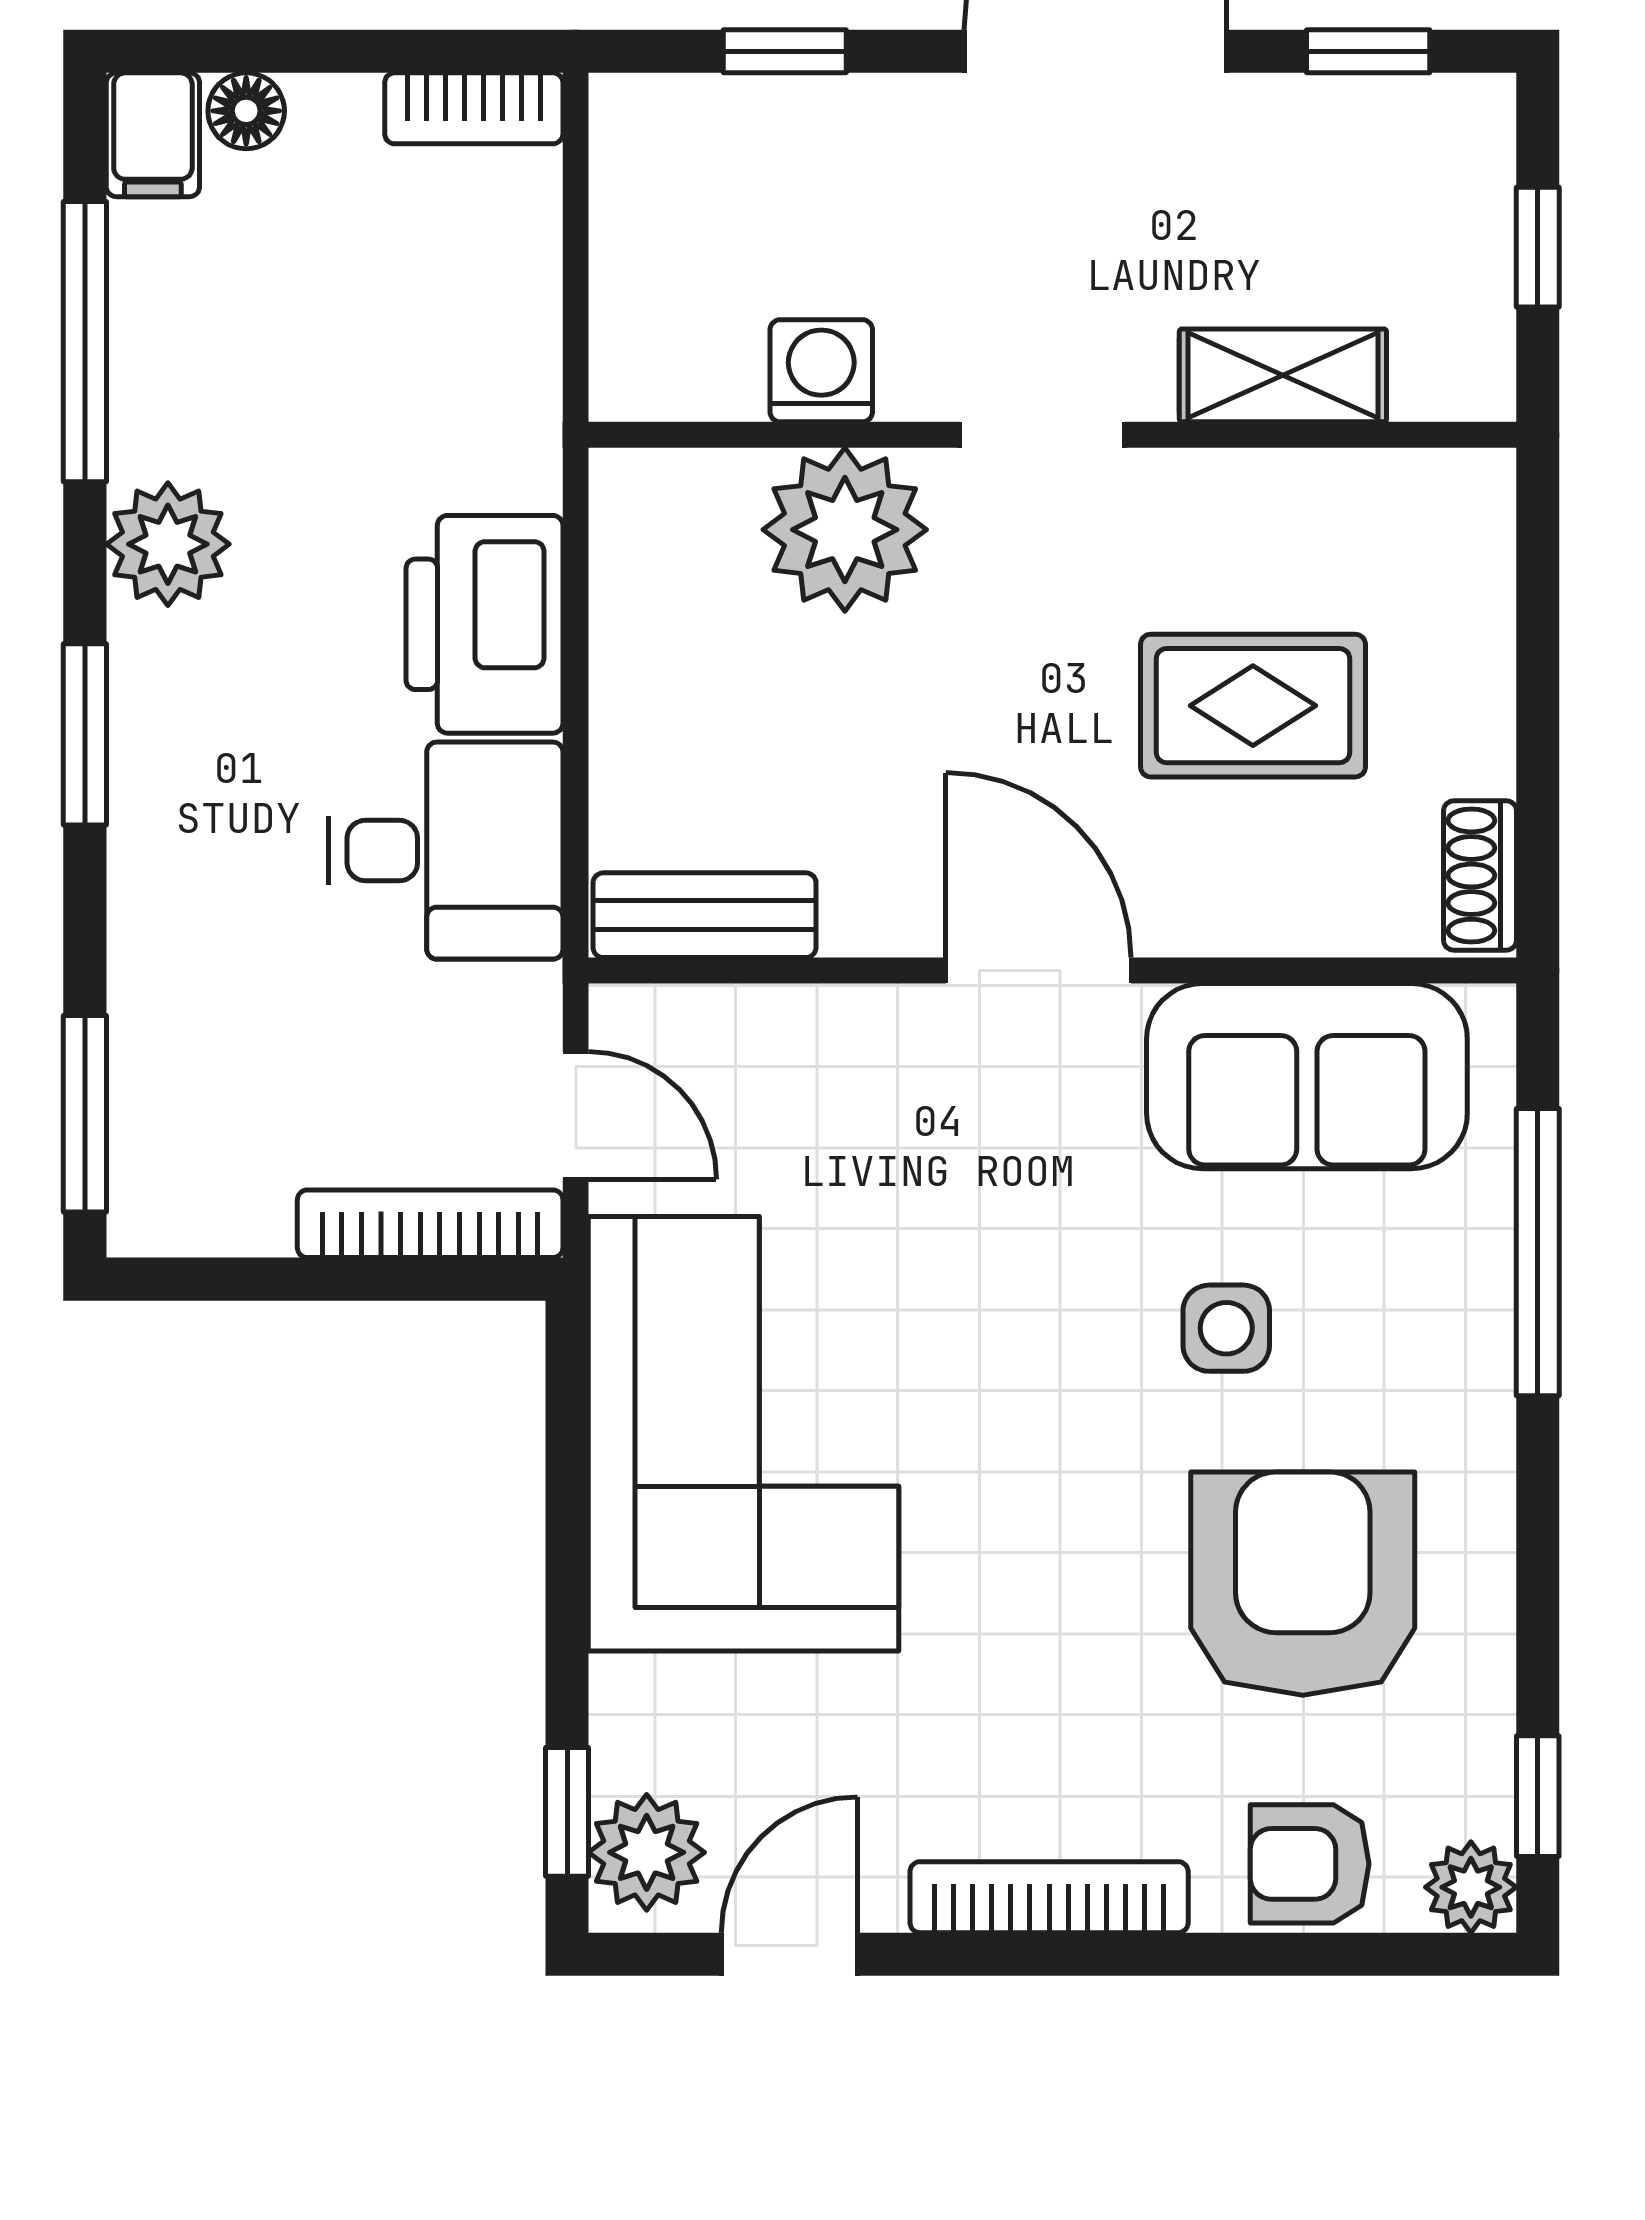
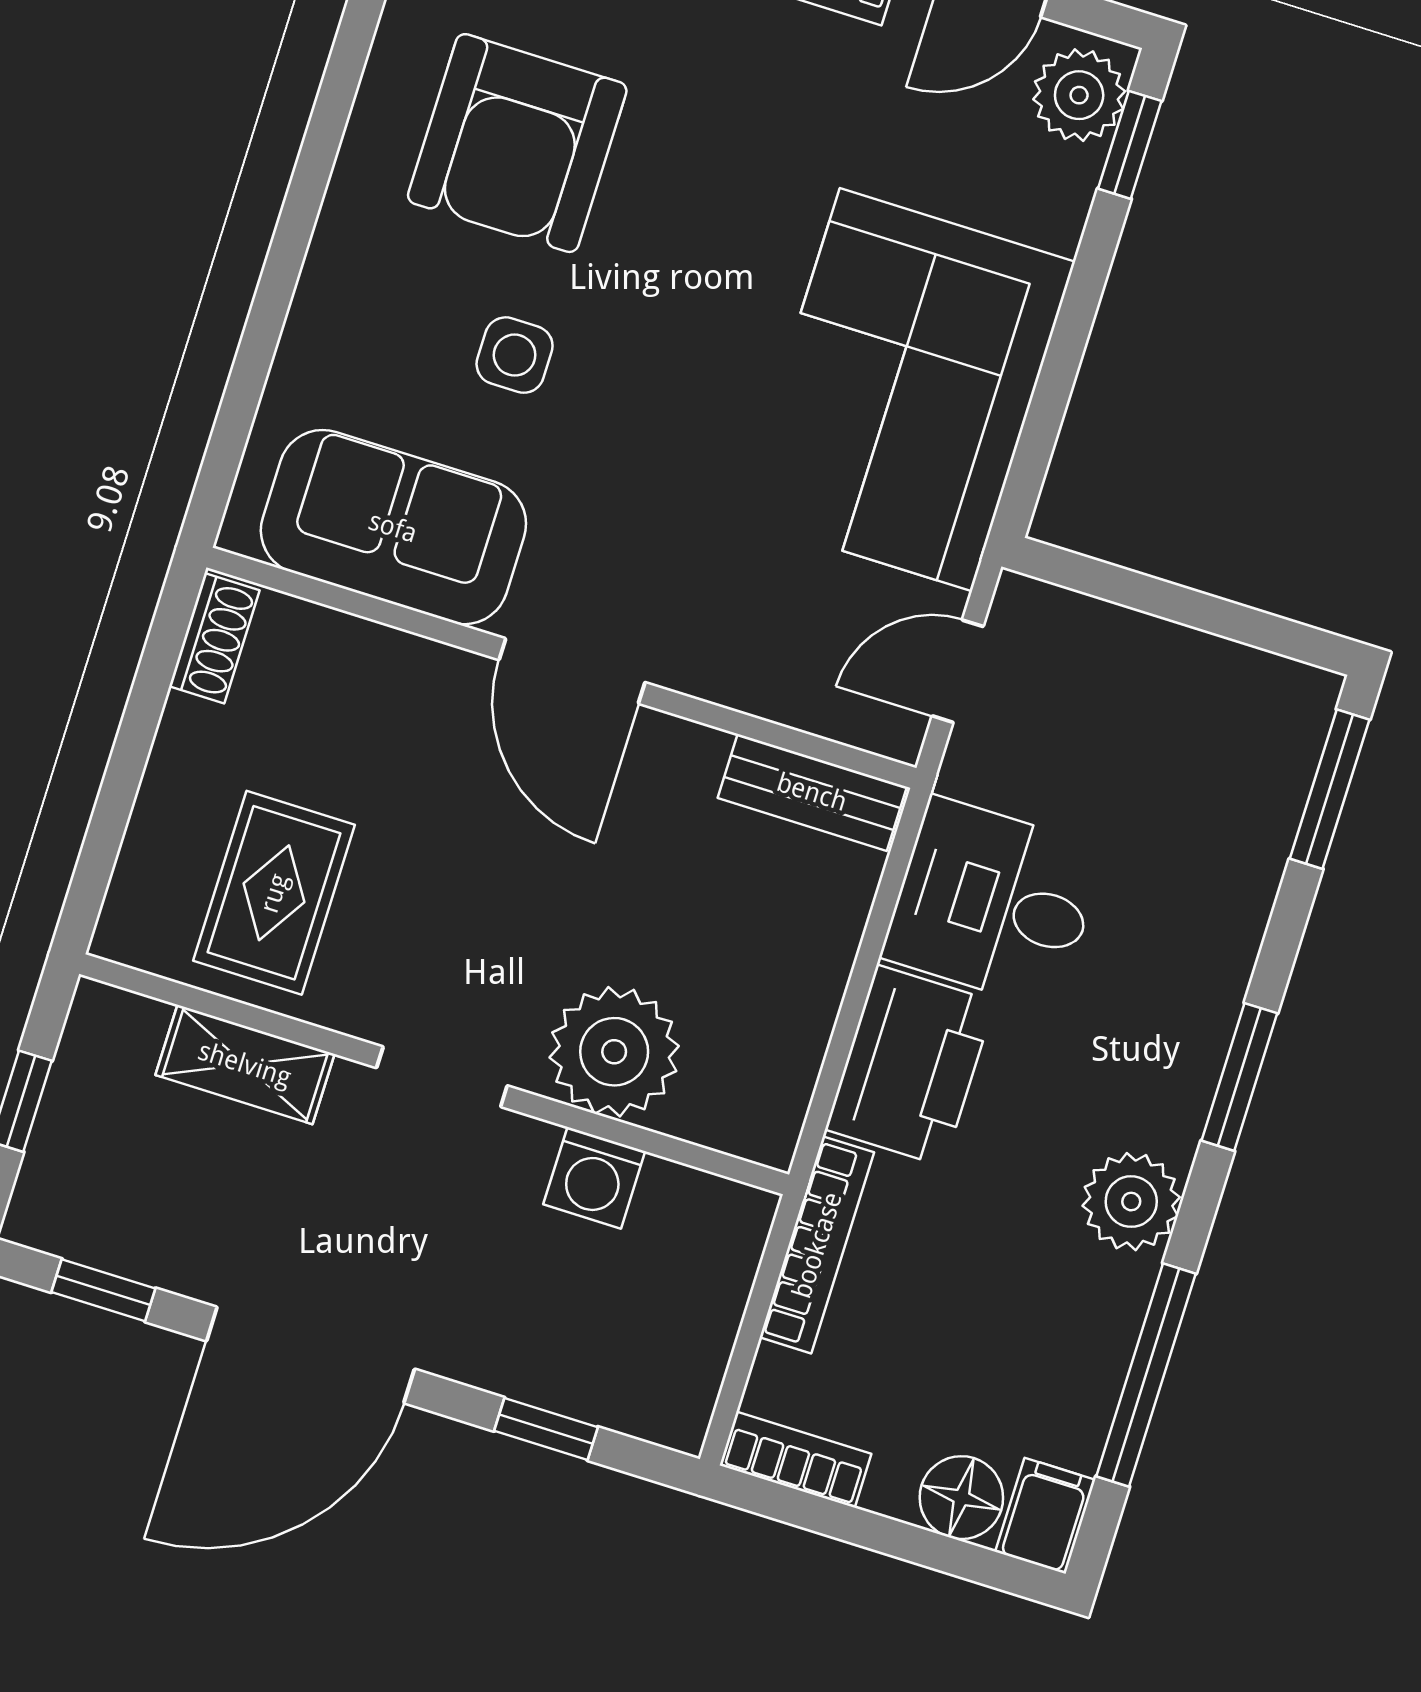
floor lamp: (246, 111) -> (961, 1498), width x1.37, depth x1.37
rug: (1253, 706) -> (274, 893), moved, turned 90
door: (576, 1115) -> (958, 671), hinge flipped
bookcase: (430, 1224) -> (817, 1245), moved, turned -90
window: (1538, 1252) -> (260, 339), removed

